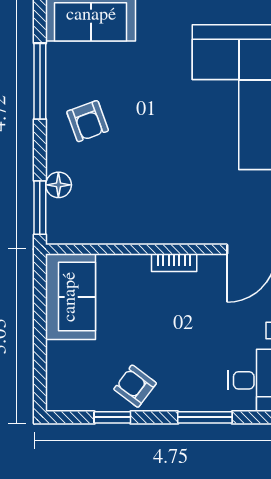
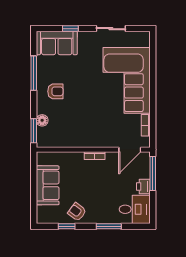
armchair: (88, 121) -> (55, 91), turned -70
sofa: (70, 297) -> (48, 185), moved

